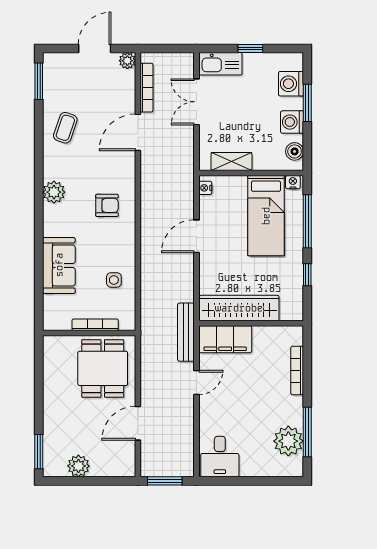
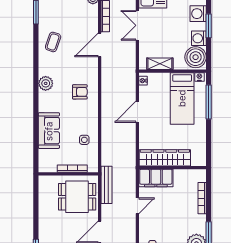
boiler: (295, 151) -> (196, 57), width x1.86, depth x1.86
window: (307, 275) -> (209, 137), removed
bench: (186, 332) -> (106, 185), moved
dining table: (103, 368) -> (77, 197), turned 90

